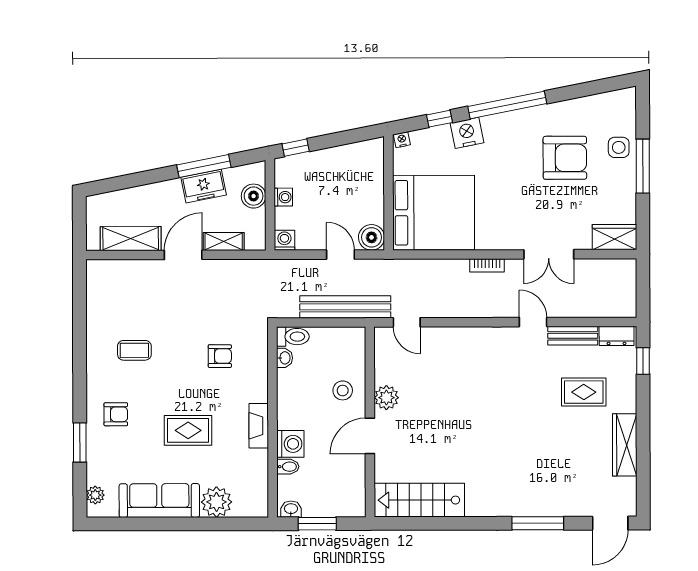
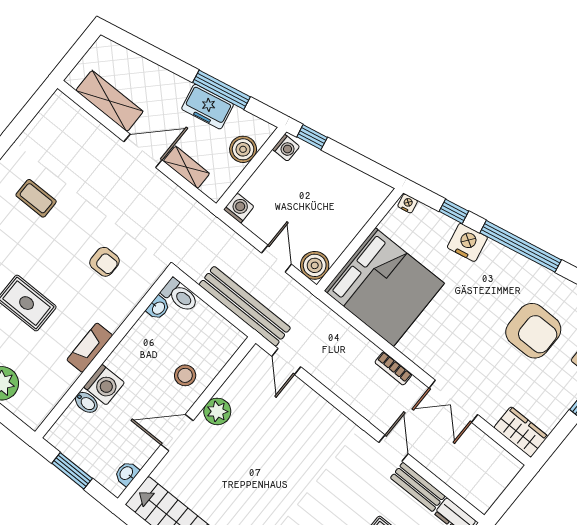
washing machine: (283, 197) -> (286, 148), moved
washbasin: (291, 509) -> (127, 473), moved, turned -90

